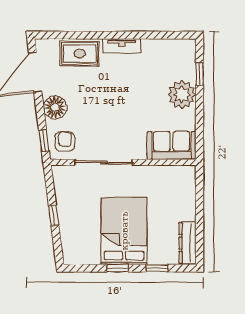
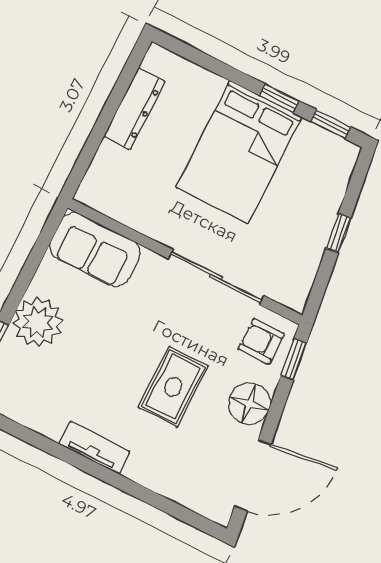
rug: (80, 54) -> (173, 387), moved, turned 90
armchair: (65, 141) -> (261, 342), turned 90
dresser: (188, 243) -> (134, 109), moved
window: (157, 268) -> (331, 124), moved

